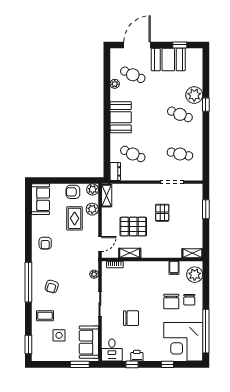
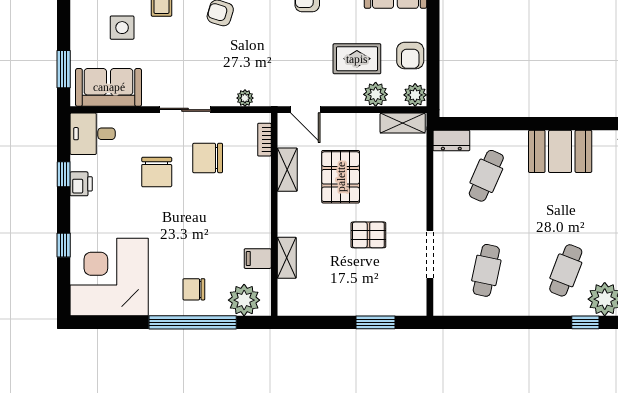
armchair: (73, 192) -> (410, 56), turned 180
shelving: (192, 253) -> (287, 258), moved
chair: (171, 301) -> (208, 158), moved
window: (206, 331) -> (193, 322), moved

